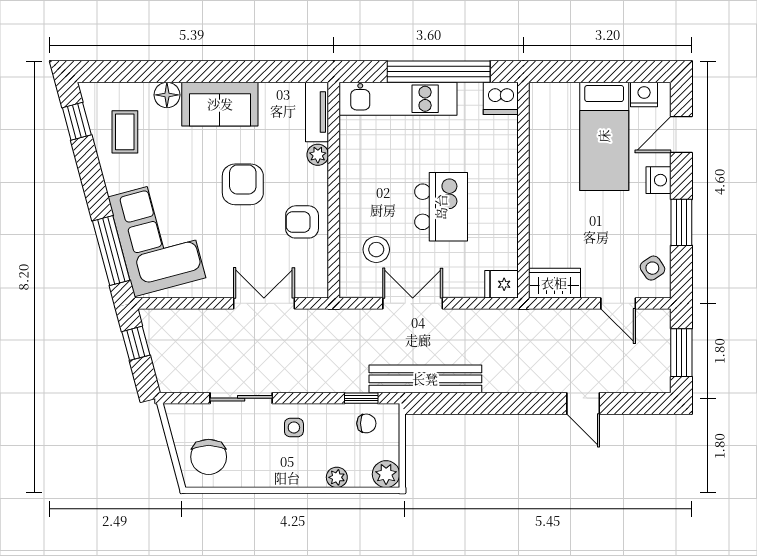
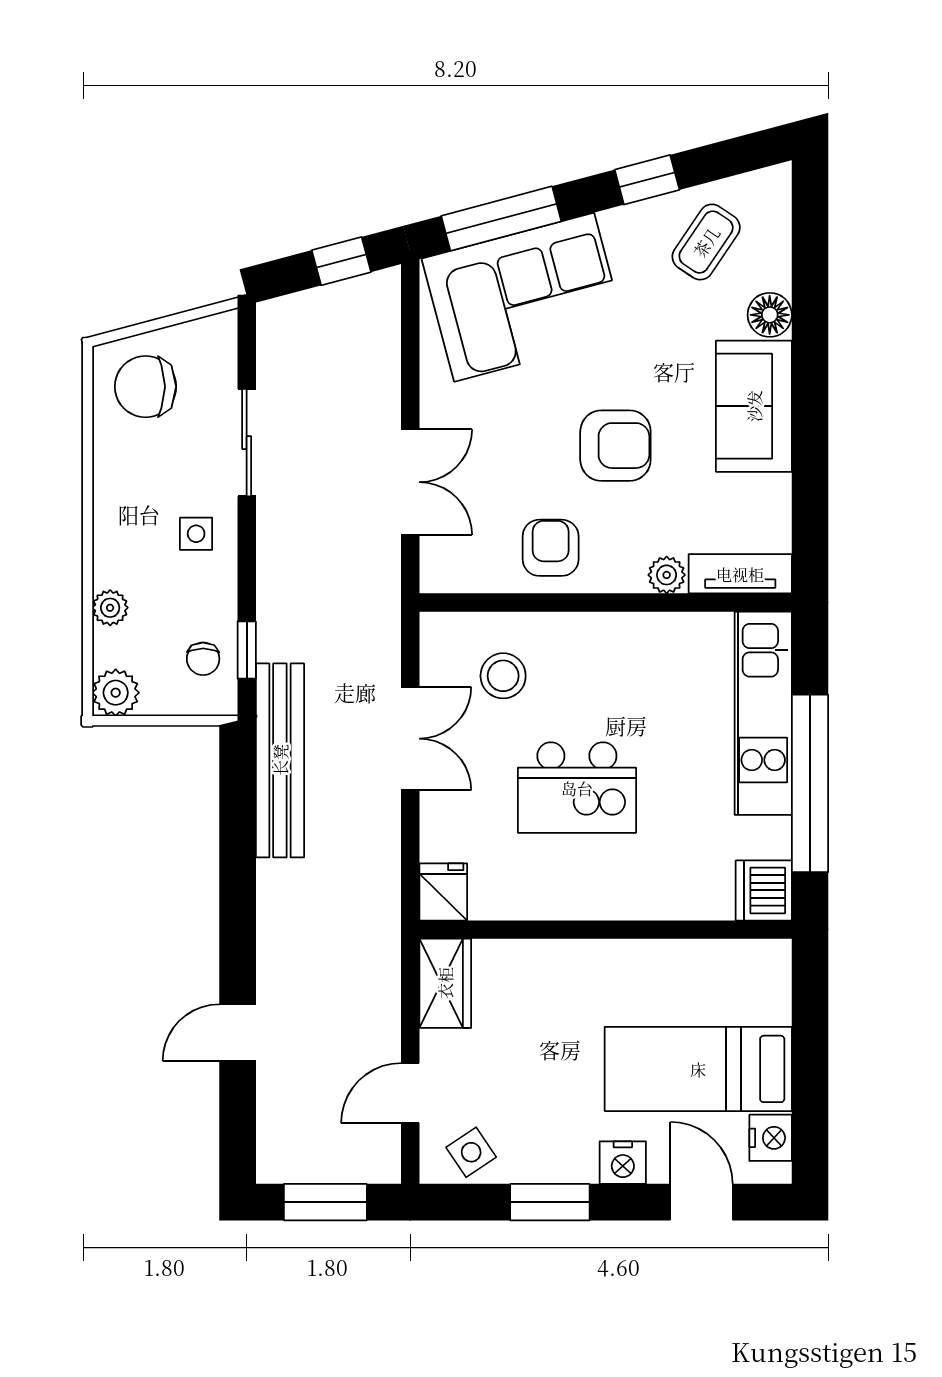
window: (77, 121) -> (647, 180), moved
coffee table: (125, 132) -> (706, 242), turned -56

